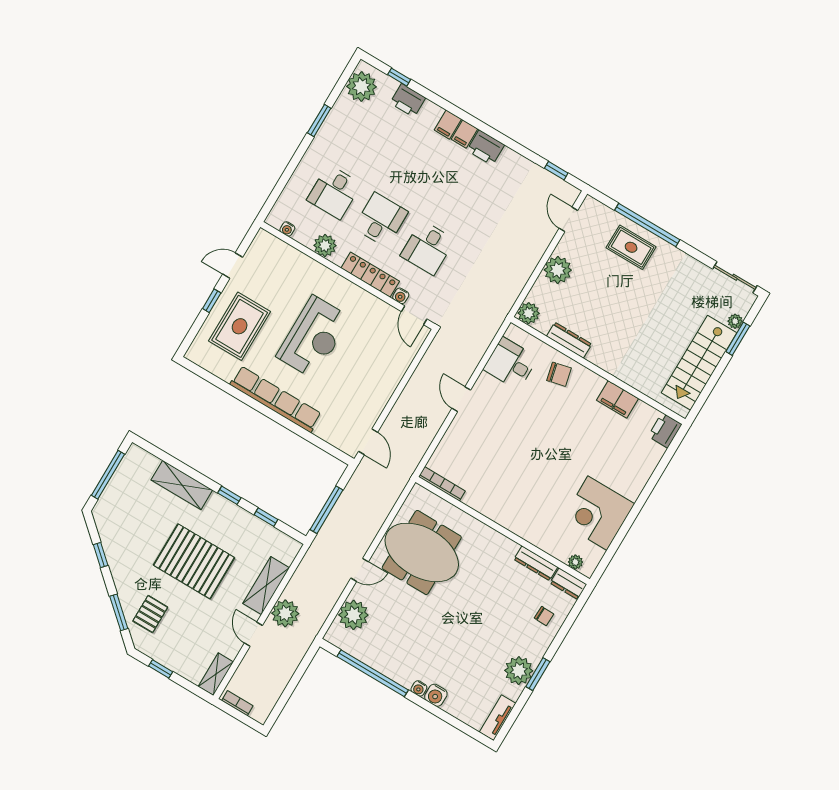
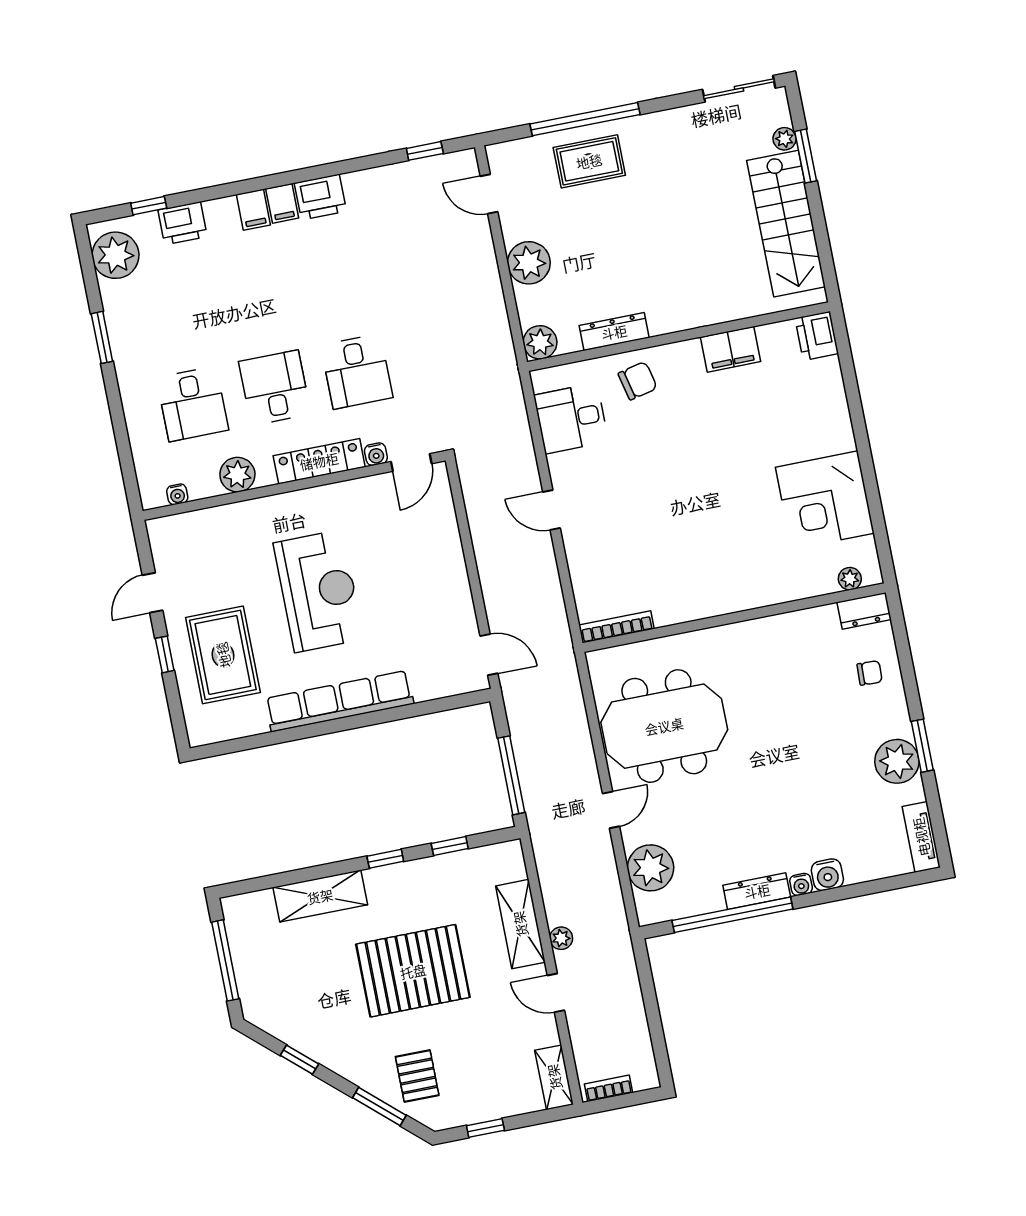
door: (414, 315) -> (411, 463), hinge flipped
dresser: (536, 563) -> (757, 891), moved, turned 180
plant: (285, 613) -> (561, 938), width x0.53, depth x0.53

